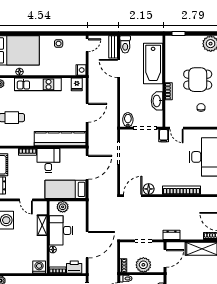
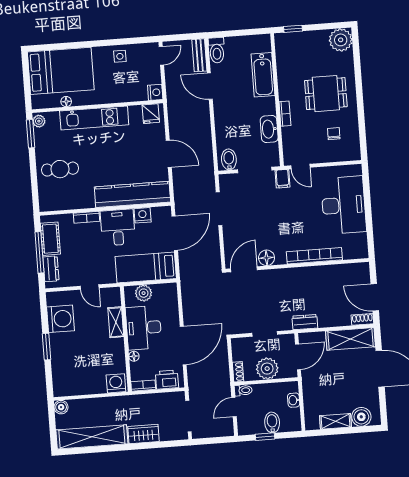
bathtub: (153, 63) -> (263, 75), width x0.73, depth x0.73
door: (87, 113) -> (169, 154), hinge flipped
nightstand: (66, 153) -> (143, 215), added

